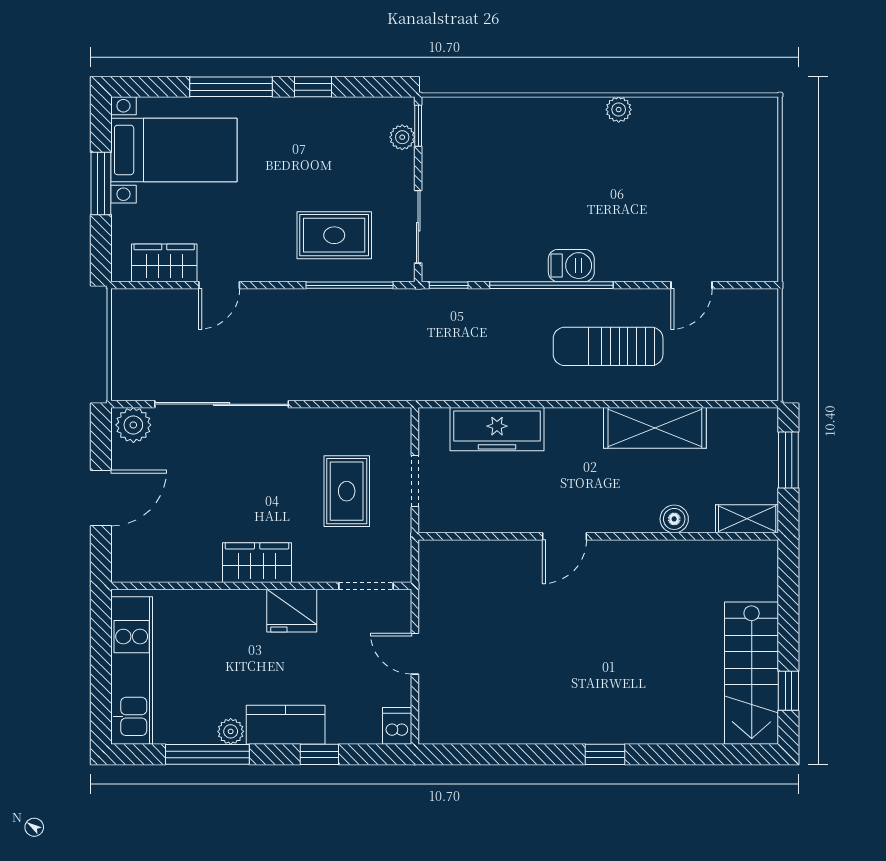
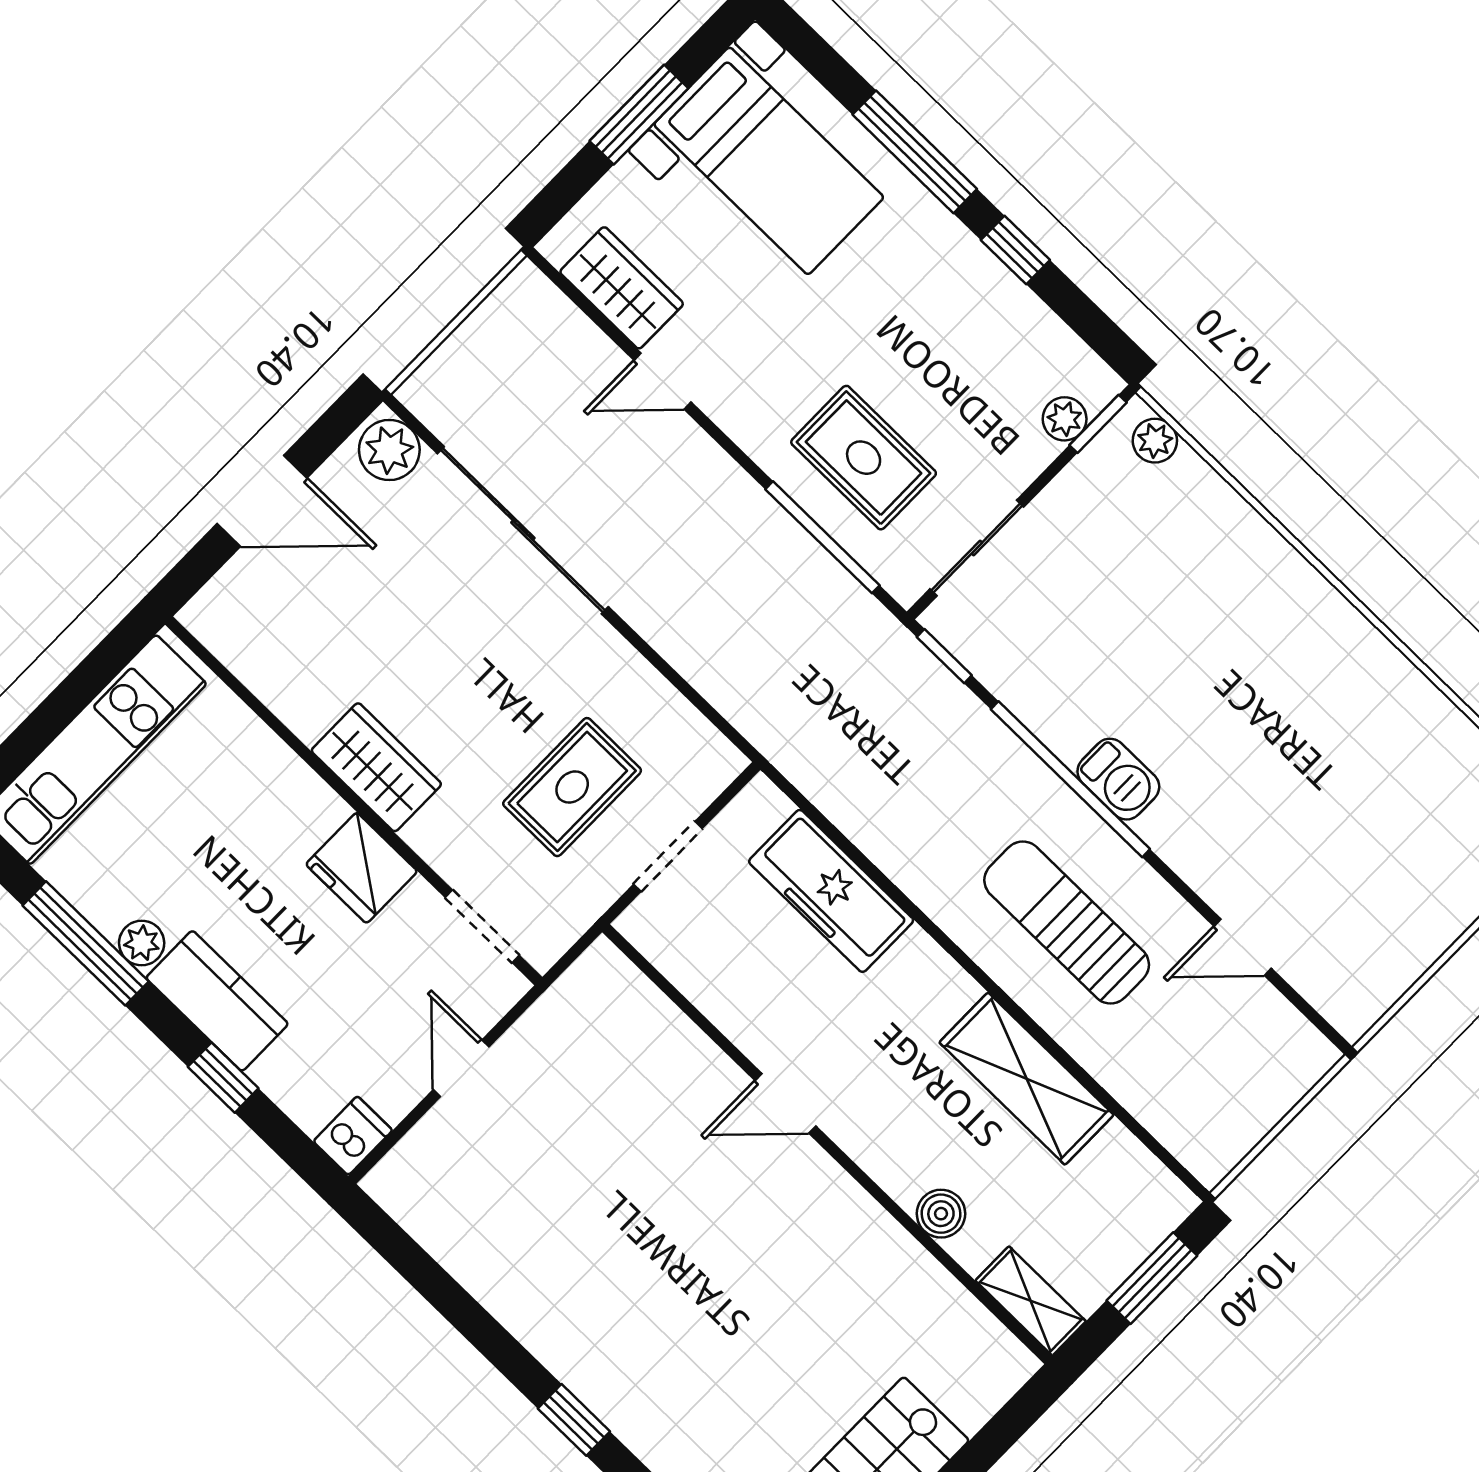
plant: (619, 110) -> (1155, 441), moved

